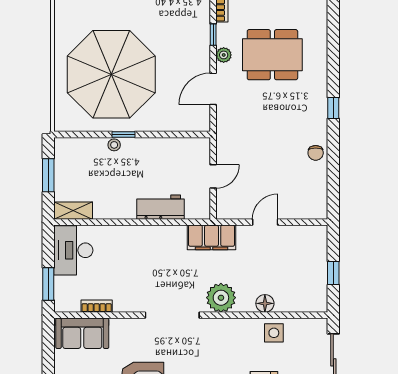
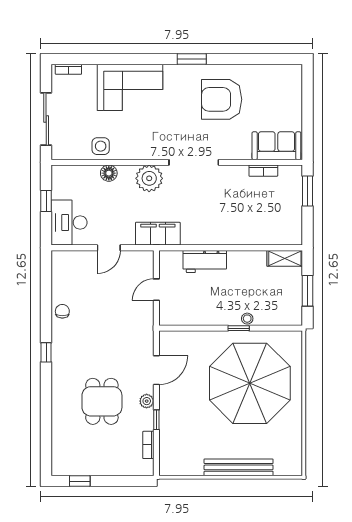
dining table: (272, 55) -> (102, 401), width x0.73
desk: (73, 250) -> (69, 223), moved, turned 180

